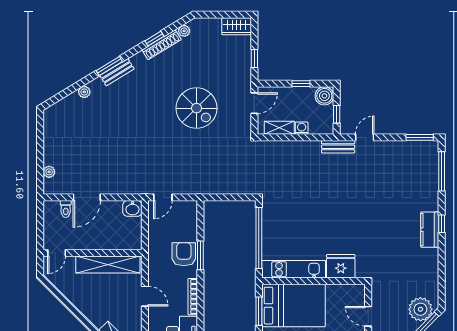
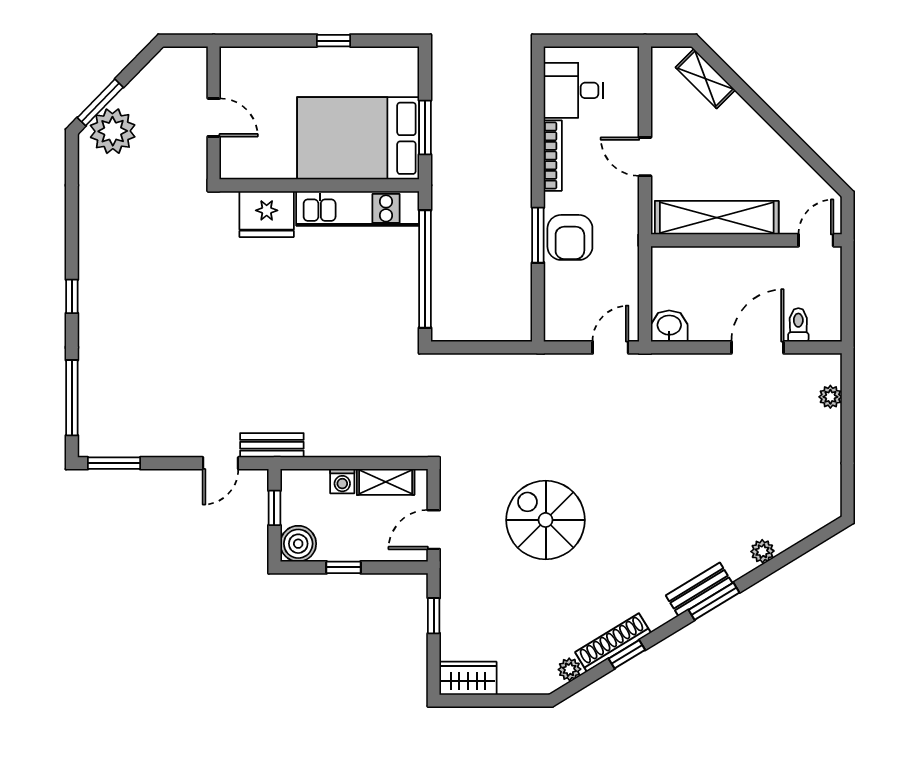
kitchen counter: (430, 230) -> (95, 285), removed

